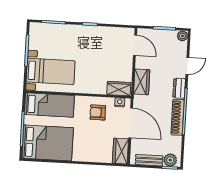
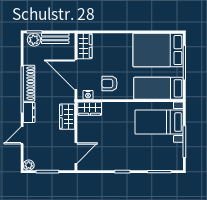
door: (135, 45) -> (76, 153), swing flipped
armchair: (98, 112) -> (109, 83), turned 180

